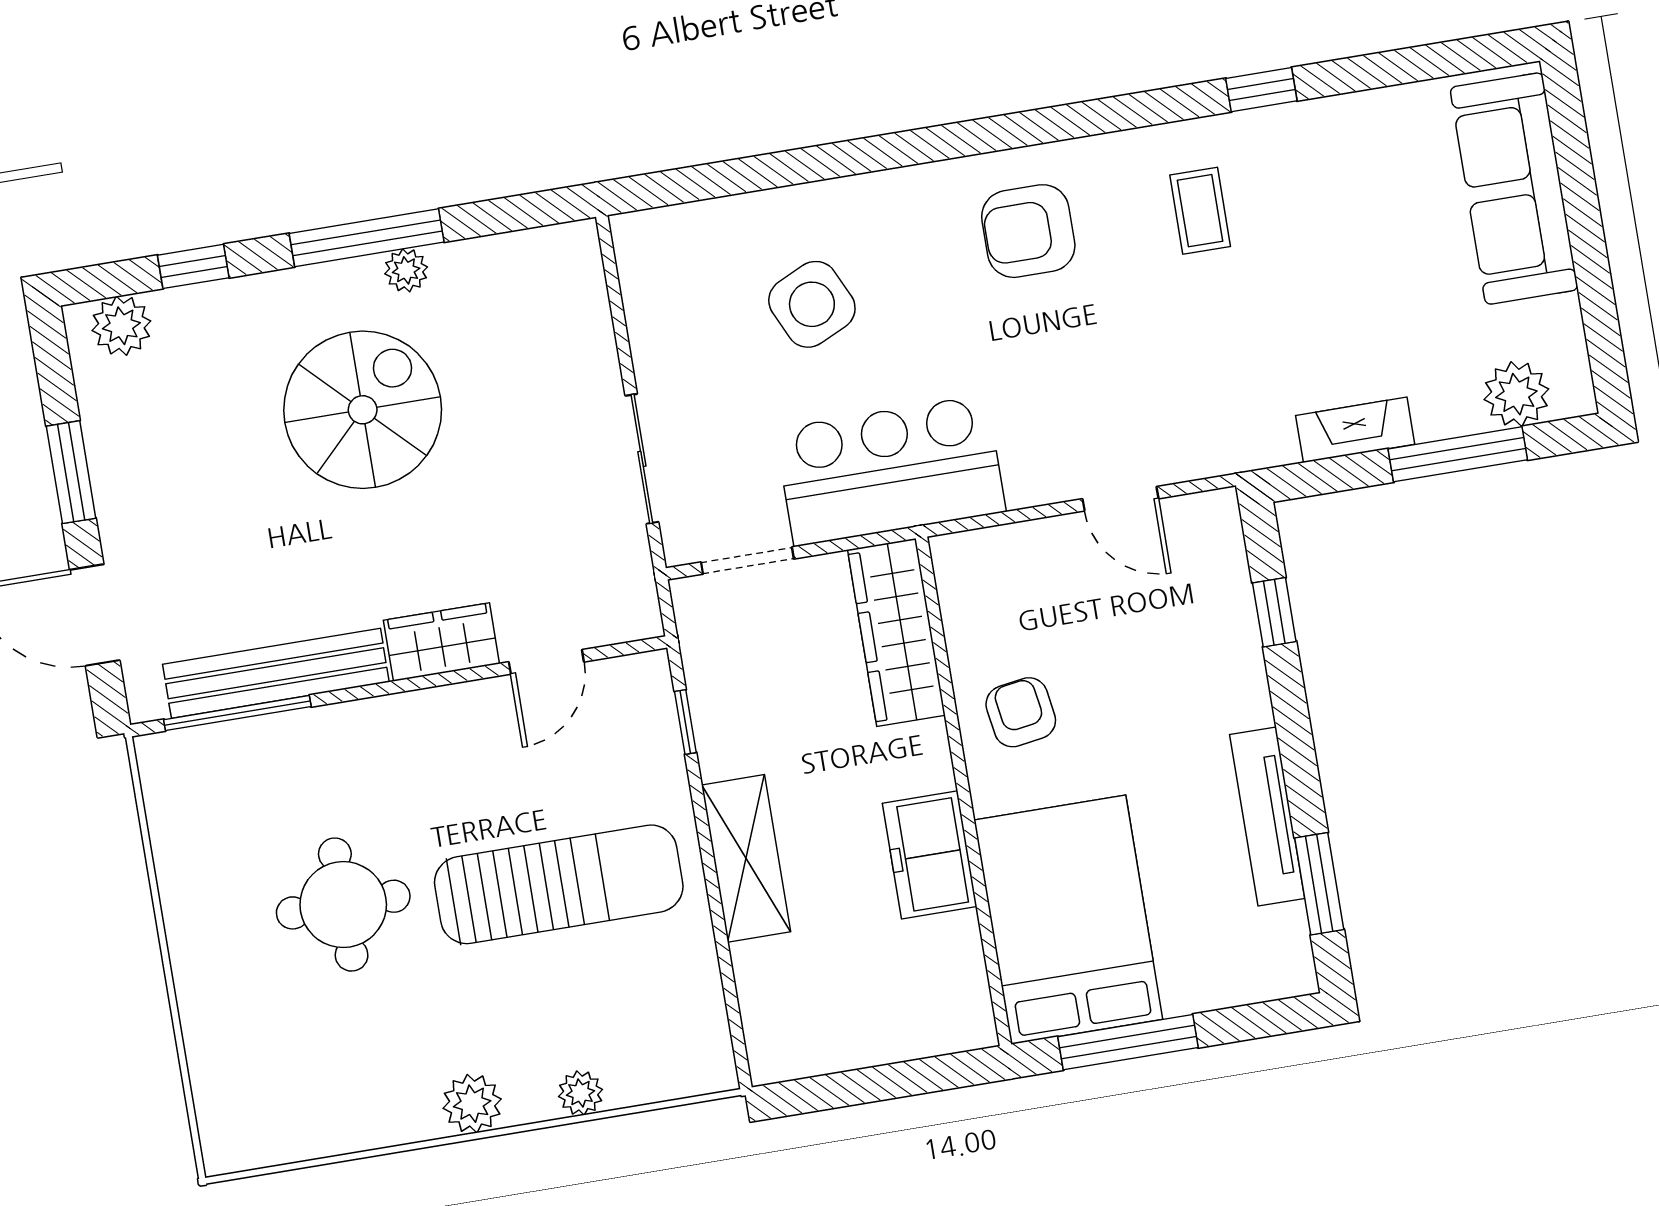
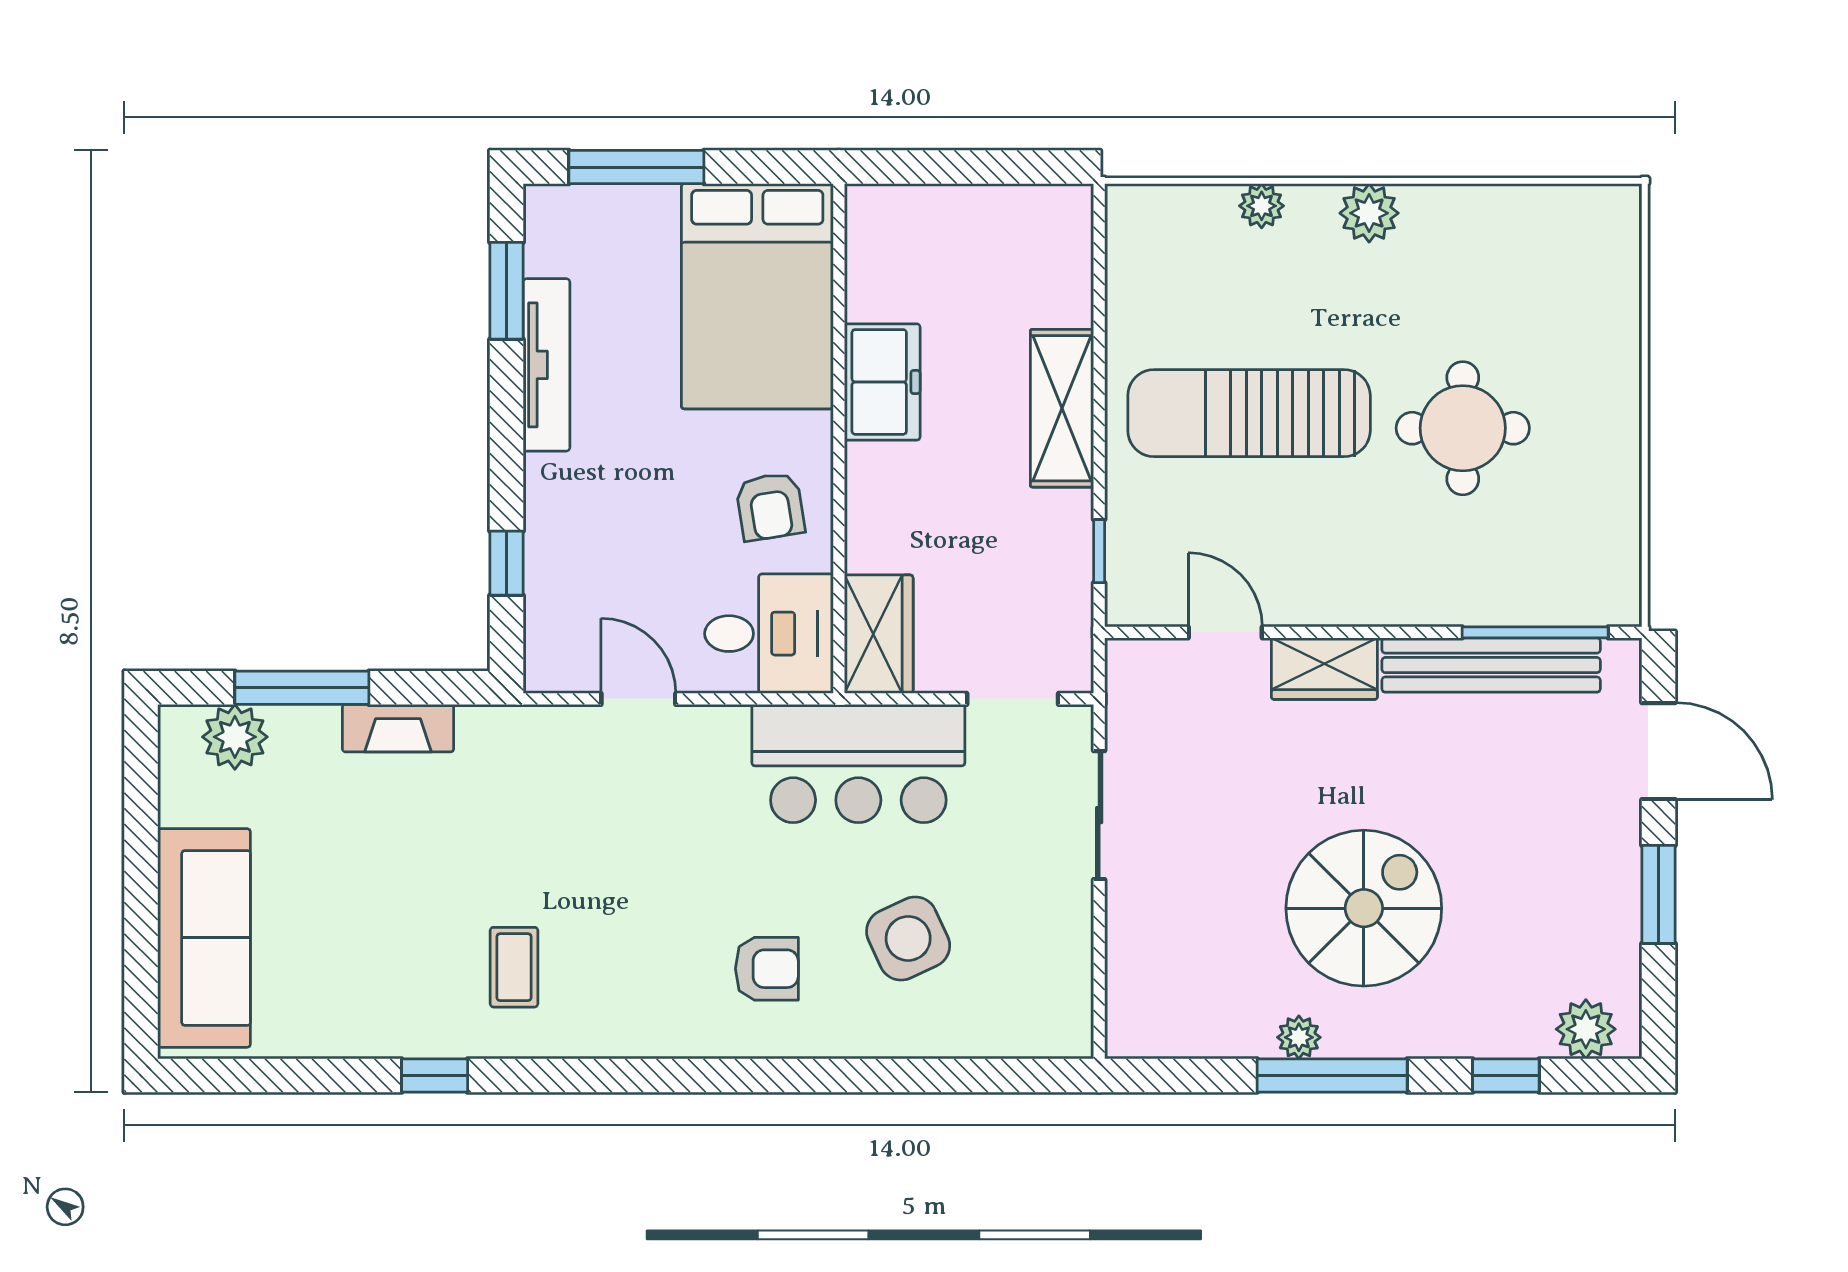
armchair: (1028, 231) -> (767, 969), moved, width x0.72, depth x0.72
spiral stairs: (363, 410) -> (1364, 908), turned 180
desk: (1001, 585) -> (769, 634), added
wardrobe: (896, 632) -> (879, 634), width x0.67
door: (546, 662) -> (1225, 632), hinge flipped
window: (1128, 1042) -> (636, 167), moved

